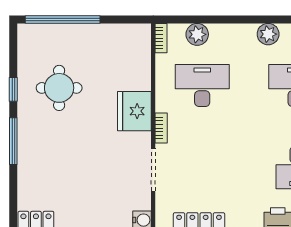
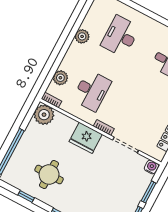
plant: (136, 39) -> (44, 115), added
desk: (202, 86) -> (92, 91), turned 180
window: (13, 89) -> (26, 196), moved

